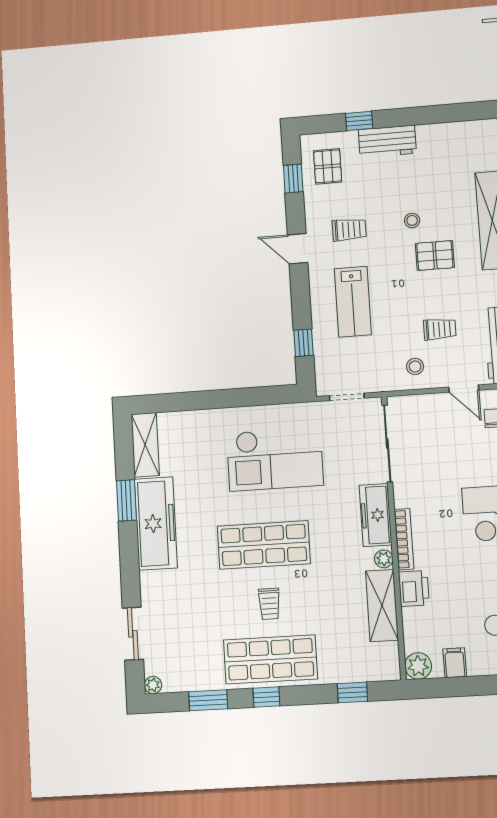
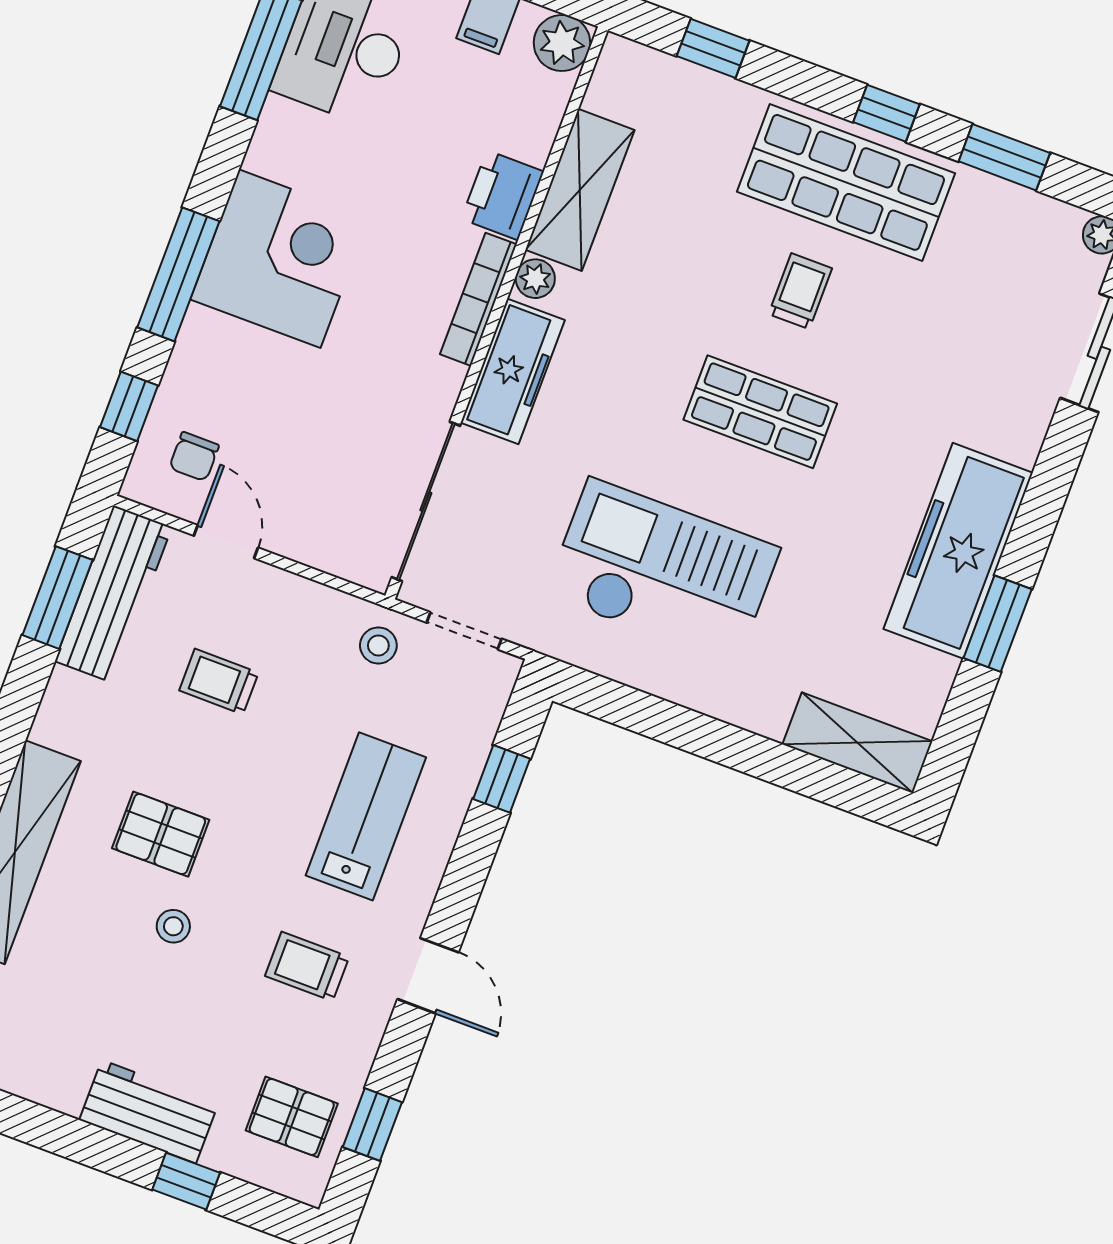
pallet: (328, 166) -> (292, 1117), turned 90
stool: (415, 366) -> (378, 645), moved
shelving: (145, 445) -> (858, 743), moved, turned 90
shop shelf: (264, 545) -> (760, 412), width x0.70, depth x0.74

